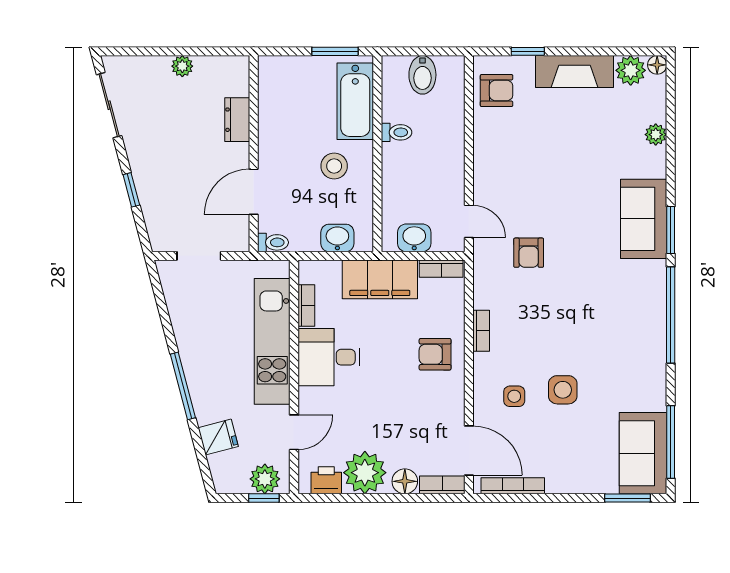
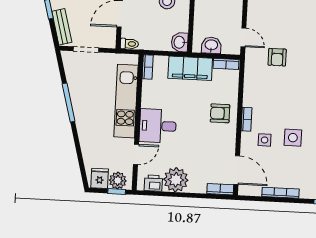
bench: (155, 219) -> (62, 27), added
washbasin: (337, 238) -> (180, 42), moved, turned -90
bookcase: (306, 305) -> (148, 67), moved
bookcase: (481, 331) -> (246, 119), moved
desk: (329, 357) -> (158, 126), moved
window: (183, 386) -> (69, 103), moved
fridge: (218, 437) -> (100, 178), moved, turned -75
floor lamp: (405, 481) -> (199, 186), removed
bookcase: (513, 486) -> (280, 193), moved

